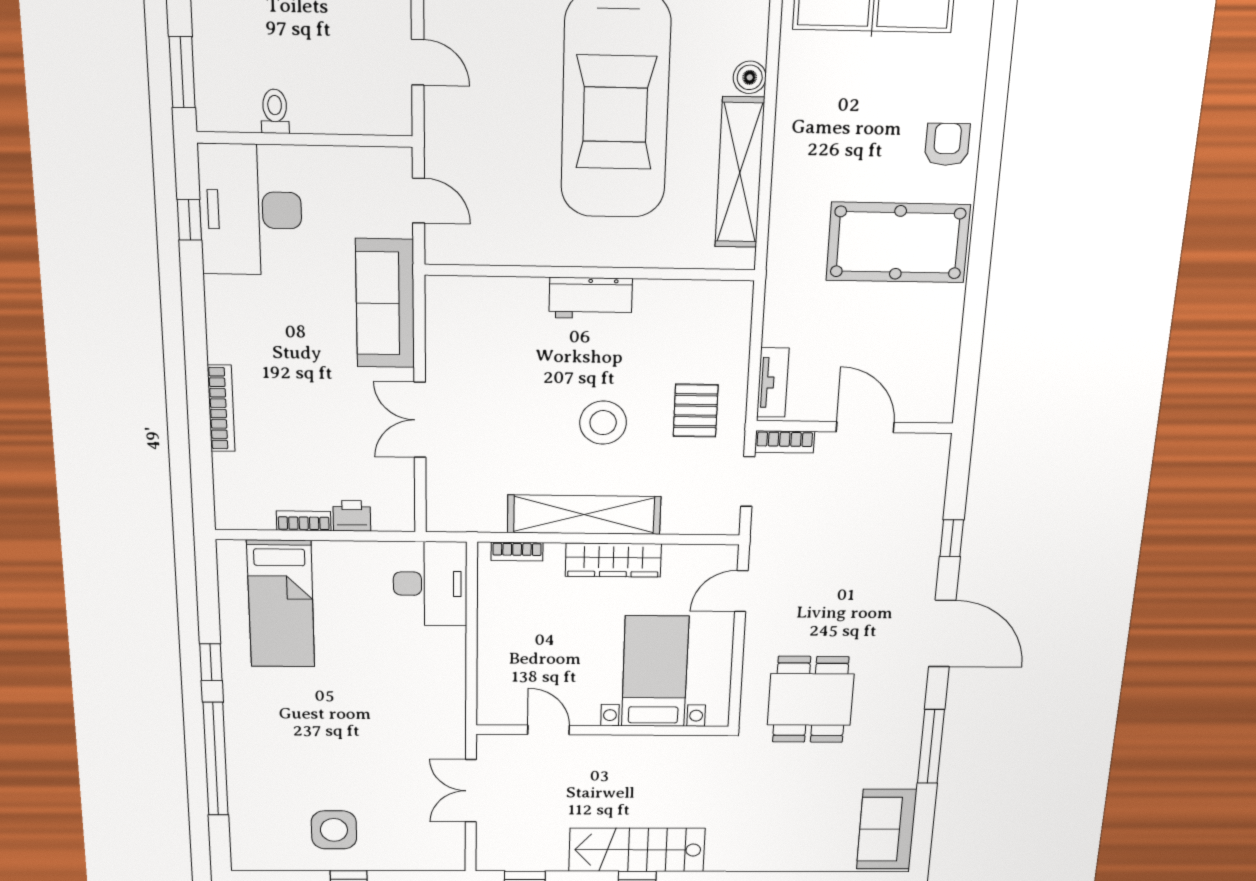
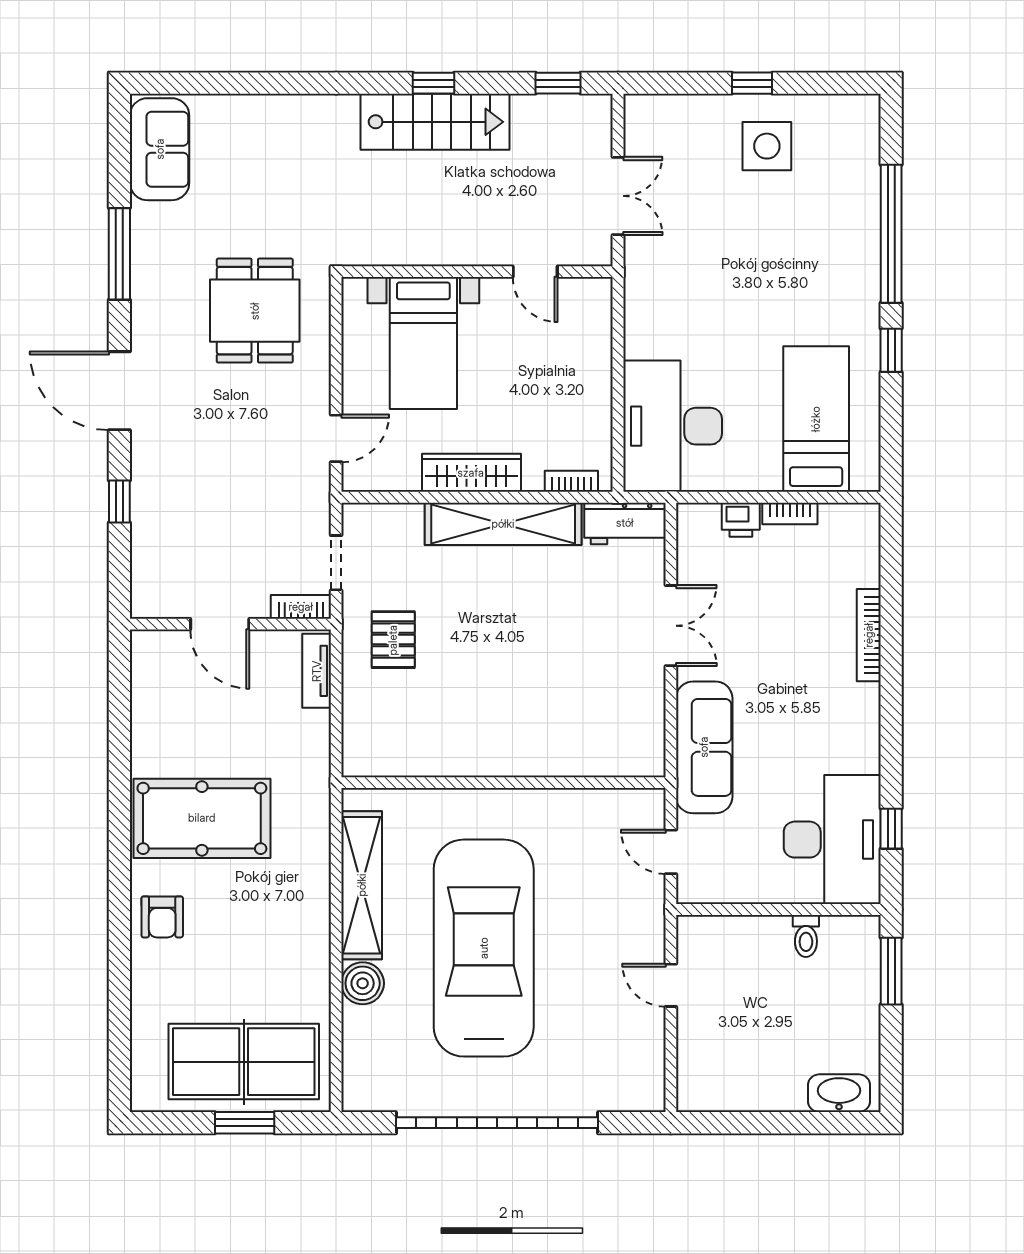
boiler: (750, 77) -> (363, 983), width x1.36, depth x1.36
workbench: (591, 298) -> (625, 523), moved, turned 180
stool: (603, 423) -> (486, 625), removed
desk: (430, 584) -> (673, 426), width x1.36, depth x1.30

